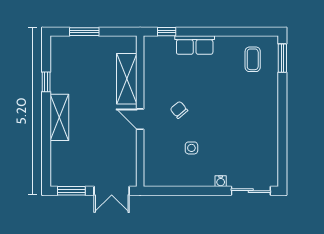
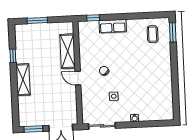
sliding door: (251, 191) -> (102, 126), moved

